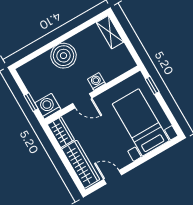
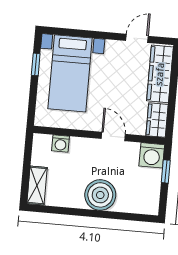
washing machine: (96, 81) -> (61, 144), moved
window: (152, 85) -> (36, 64), moved
door: (113, 177) -> (137, 38), swing flipped

